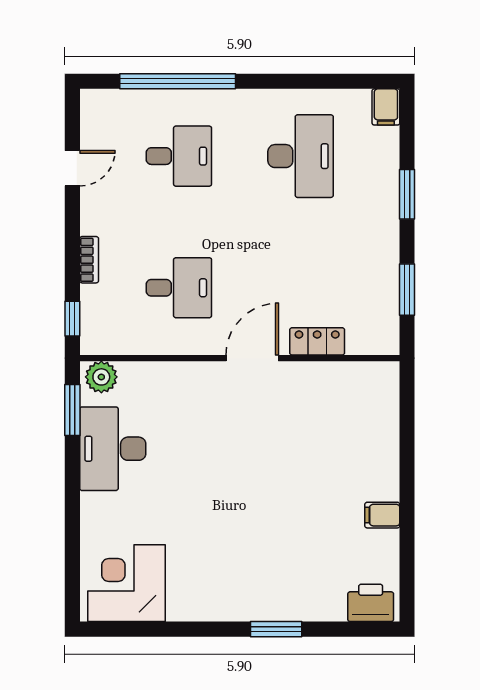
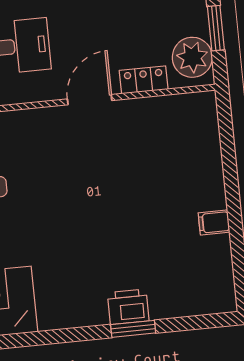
plant: (376, 321) -> (192, 57), added
printer: (371, 603) -> (128, 307), moved

